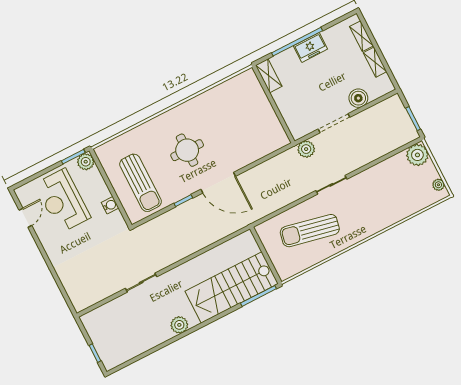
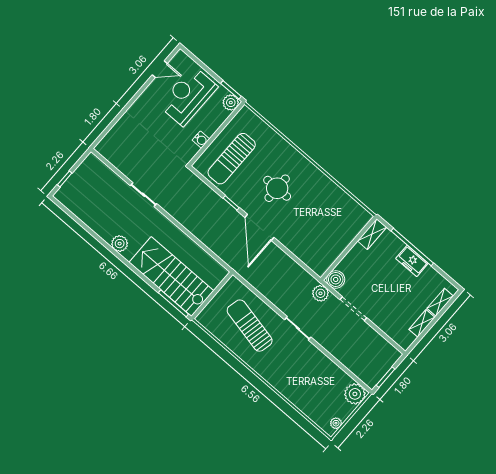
boiler: (358, 98) -> (336, 279), moved

